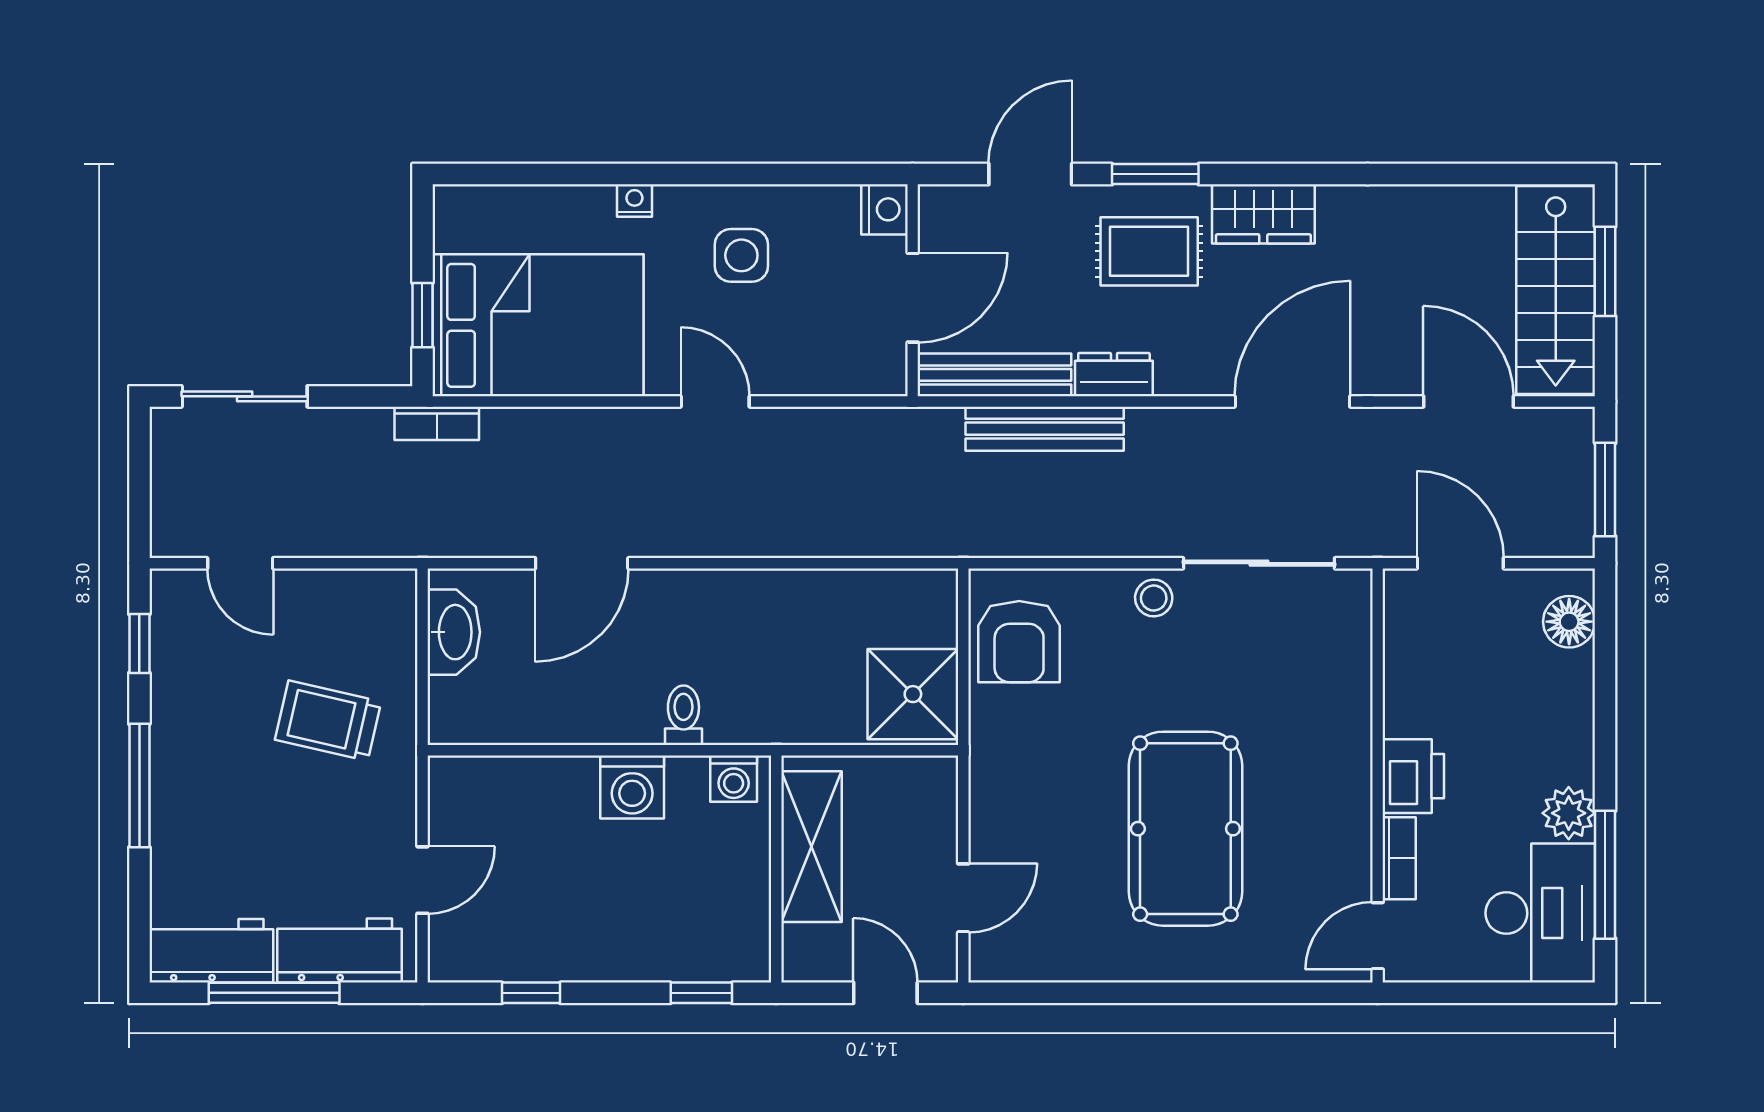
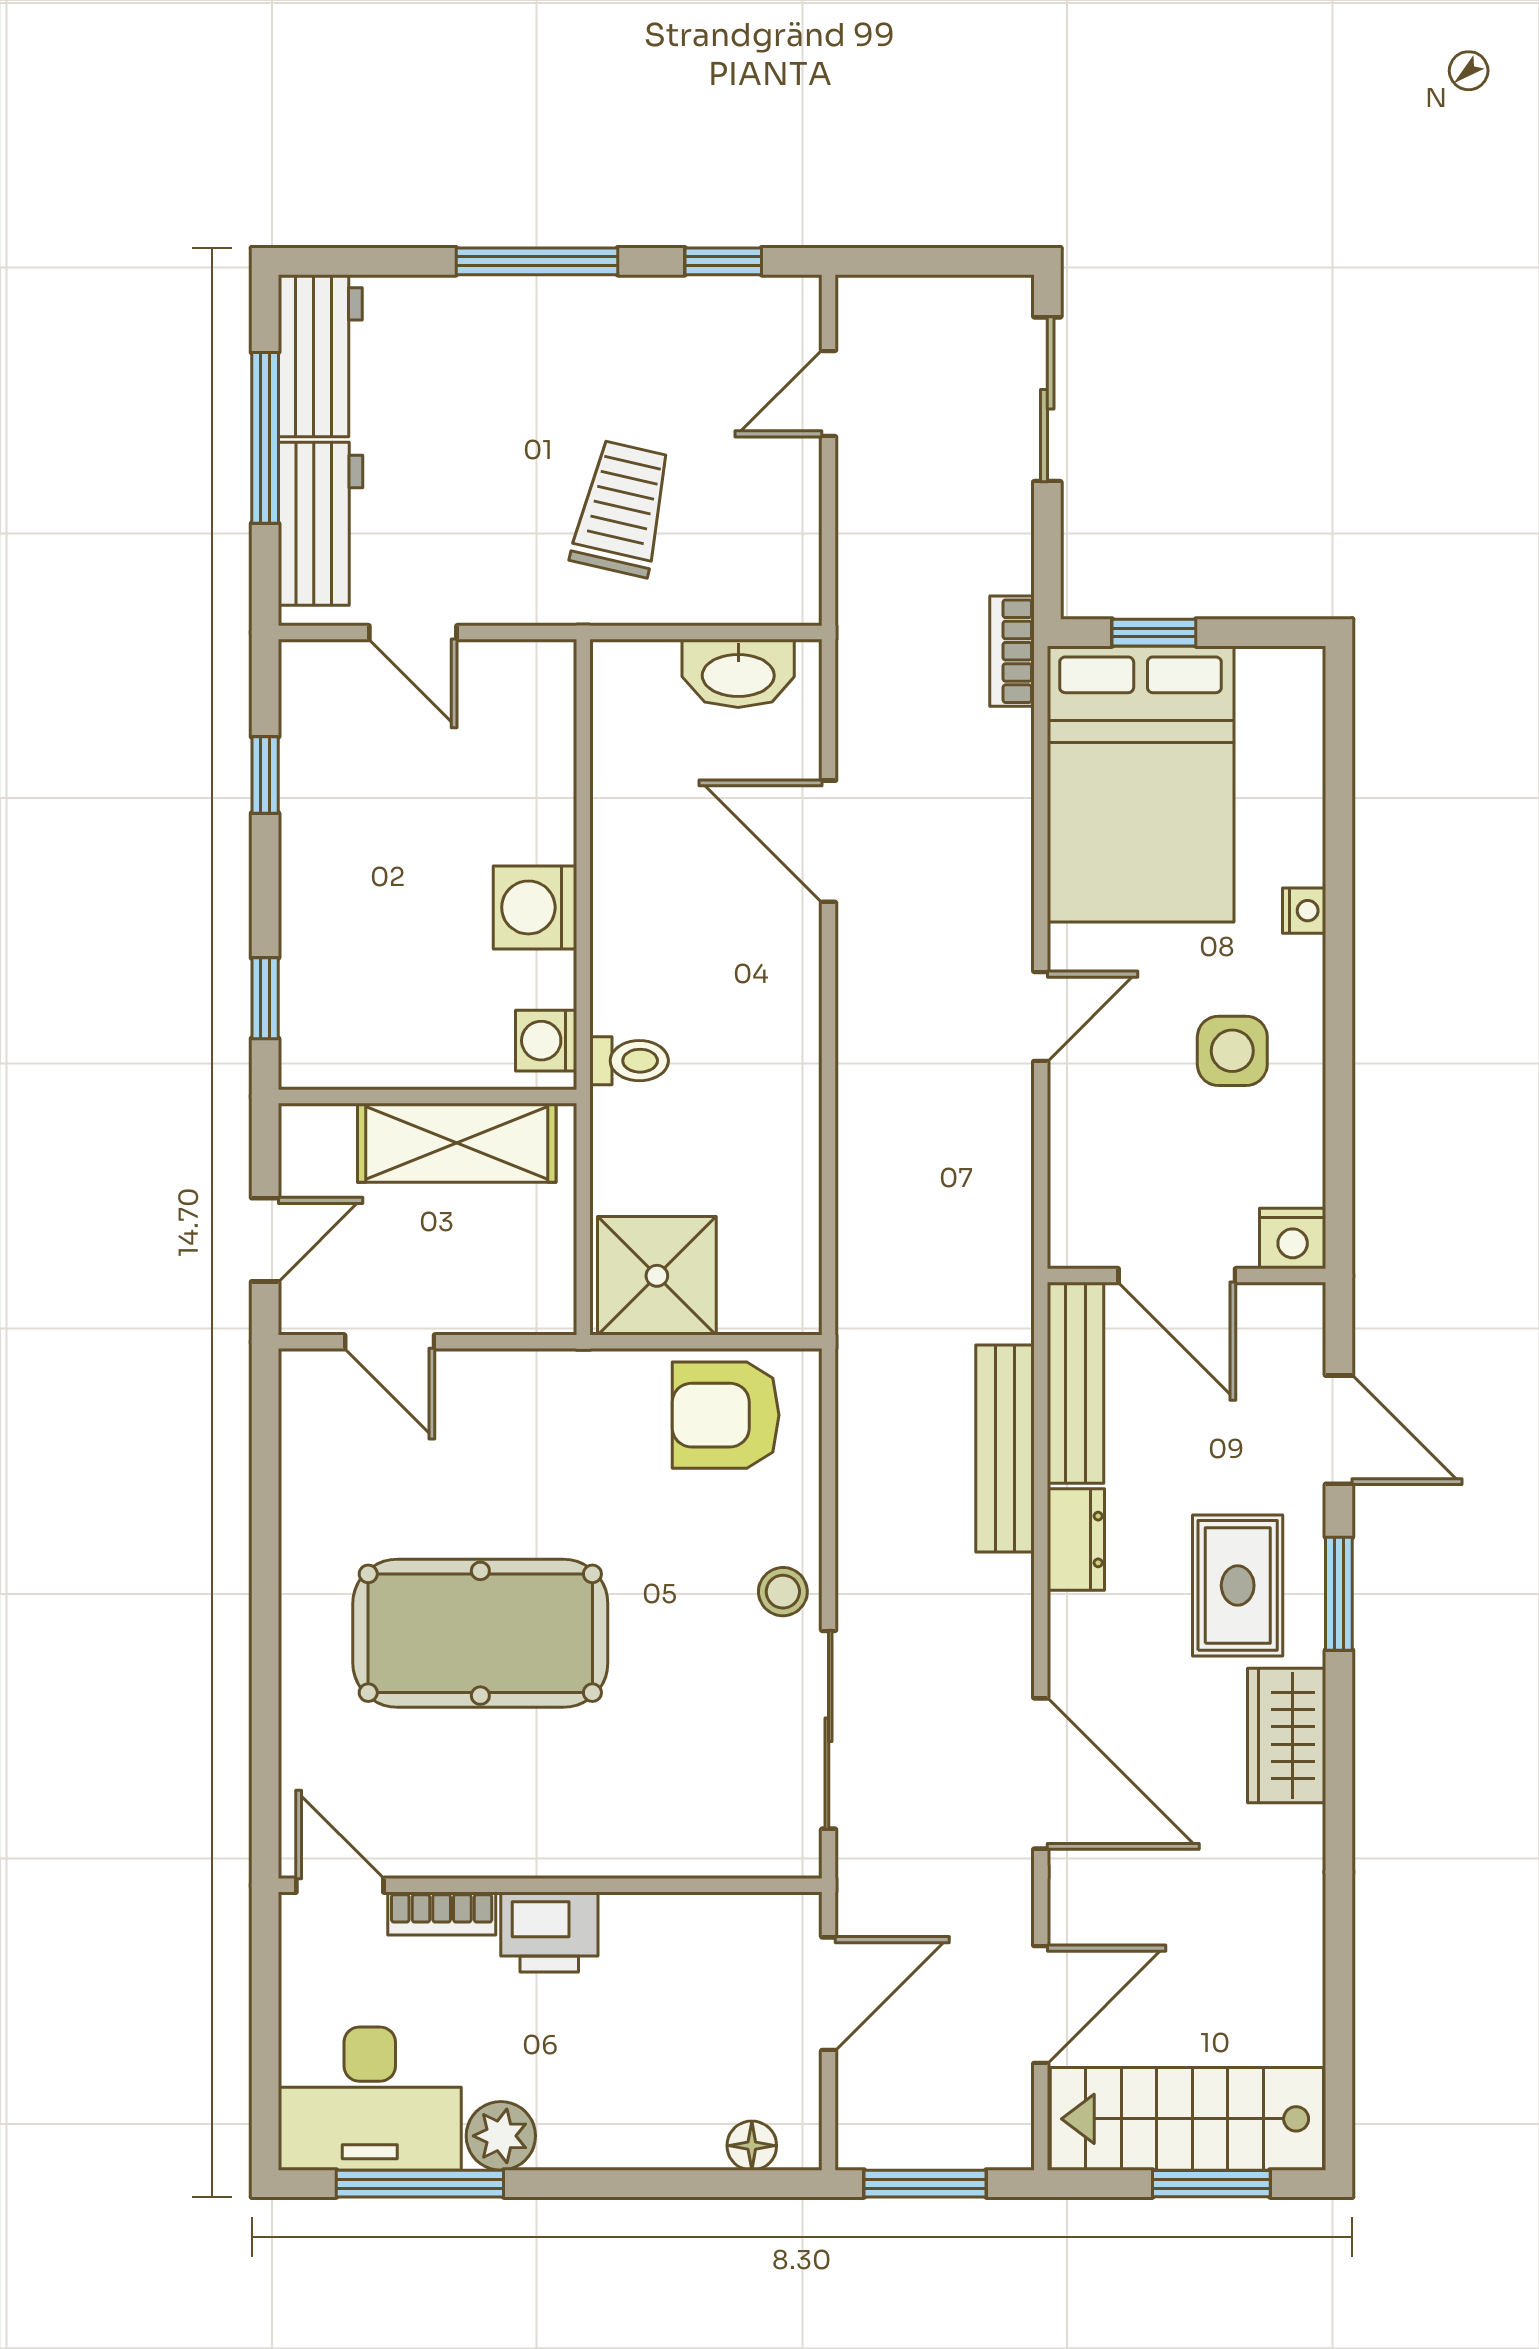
floor lamp: (1569, 622) -> (752, 2146), width x0.73, depth x0.73
toilet: (683, 715) -> (629, 1061), moved

